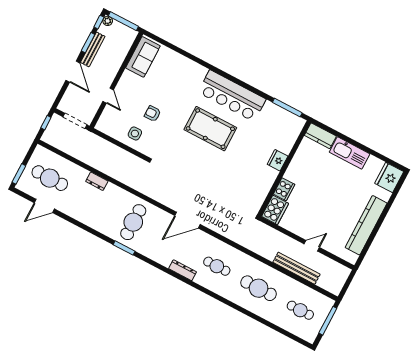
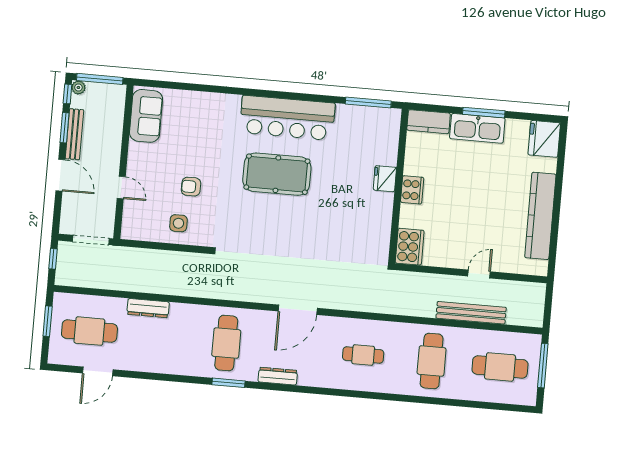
window: (358, 145) -> (484, 113), added
window: (19, 174) -> (48, 321), moved
dresser: (97, 181) -> (148, 308), width x1.44
cooker: (284, 189) -> (412, 190), moved
dresser: (183, 270) -> (278, 376), moved
cafe table: (259, 288) -> (432, 361), turned 90
cafe table: (300, 310) -> (500, 367), width x1.37, depth x1.35

